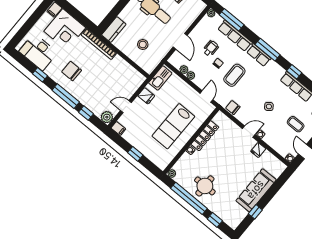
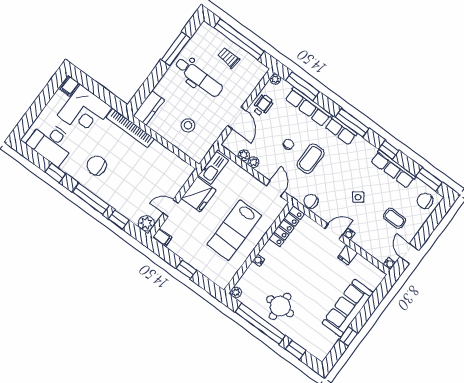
wheelchair: (211, 48) -> (263, 105), moved
fridge: (146, 96) -> (199, 194), width x1.88, depth x1.34
locker: (205, 136) -> (287, 226), moved

